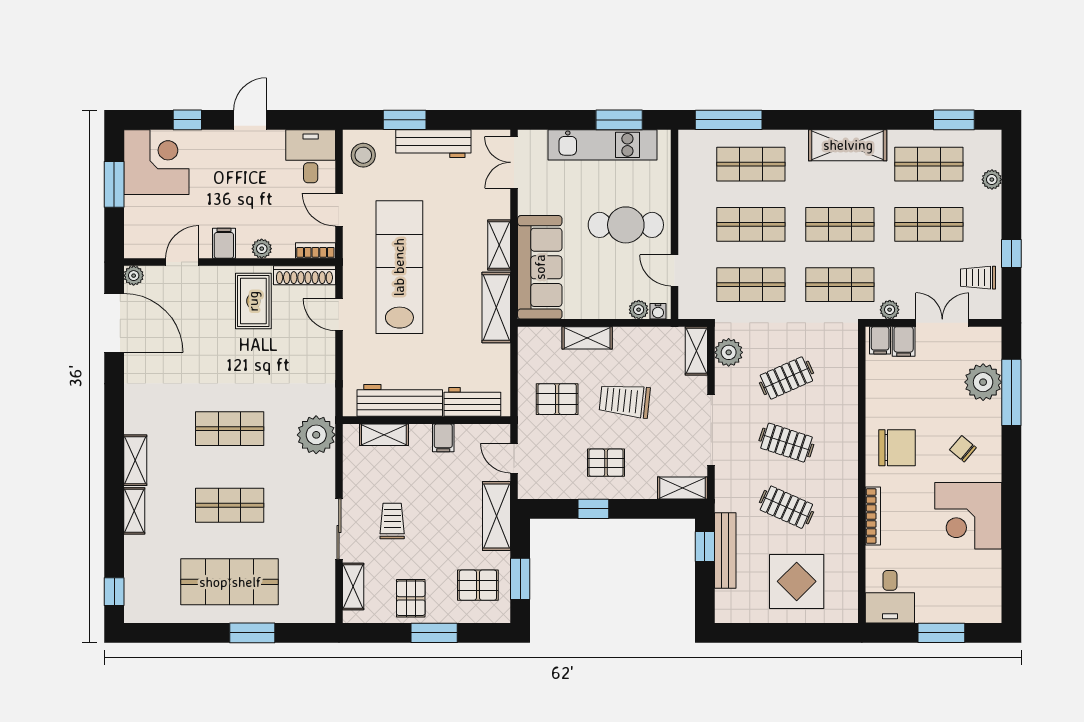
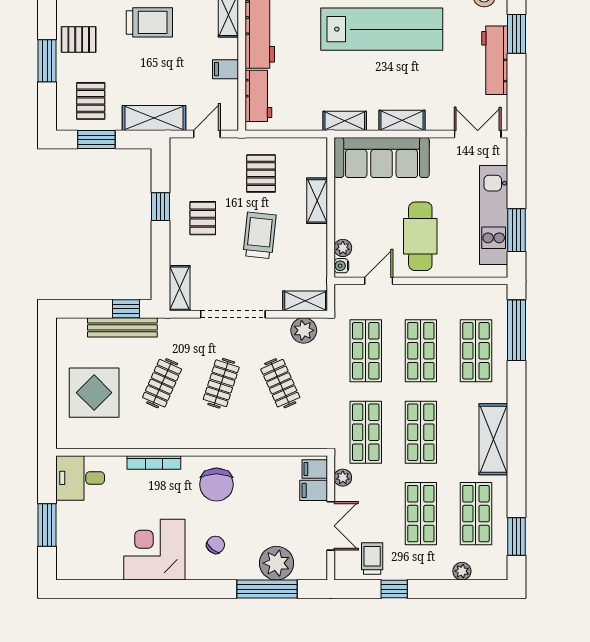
shelving: (496, 307) -> (345, 121), width x0.67, depth x0.75
trolley: (392, 521) -> (149, 22), width x1.36, depth x1.39

